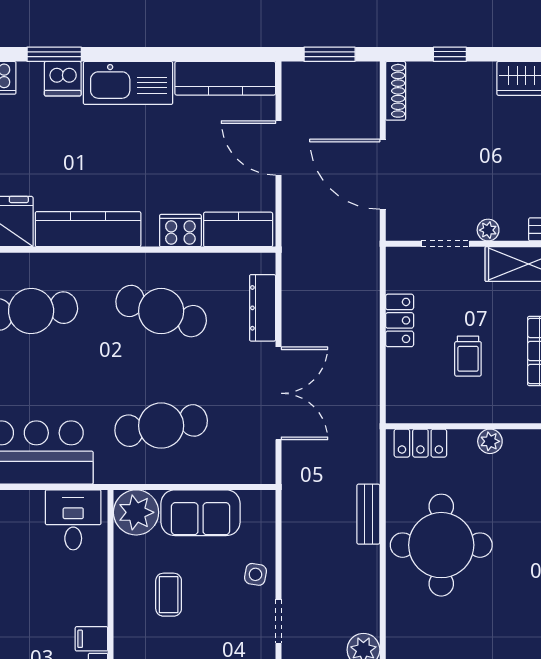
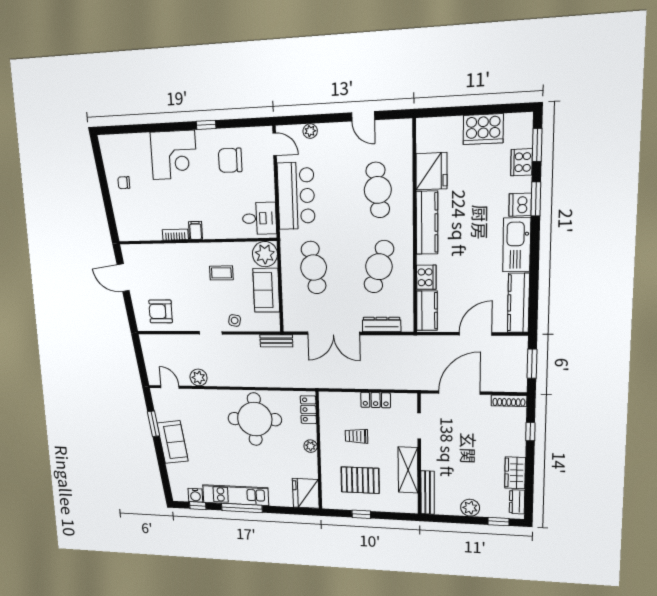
plant: (488, 230) -> (427, 449), removed
bench: (368, 514) -> (276, 341), moved

